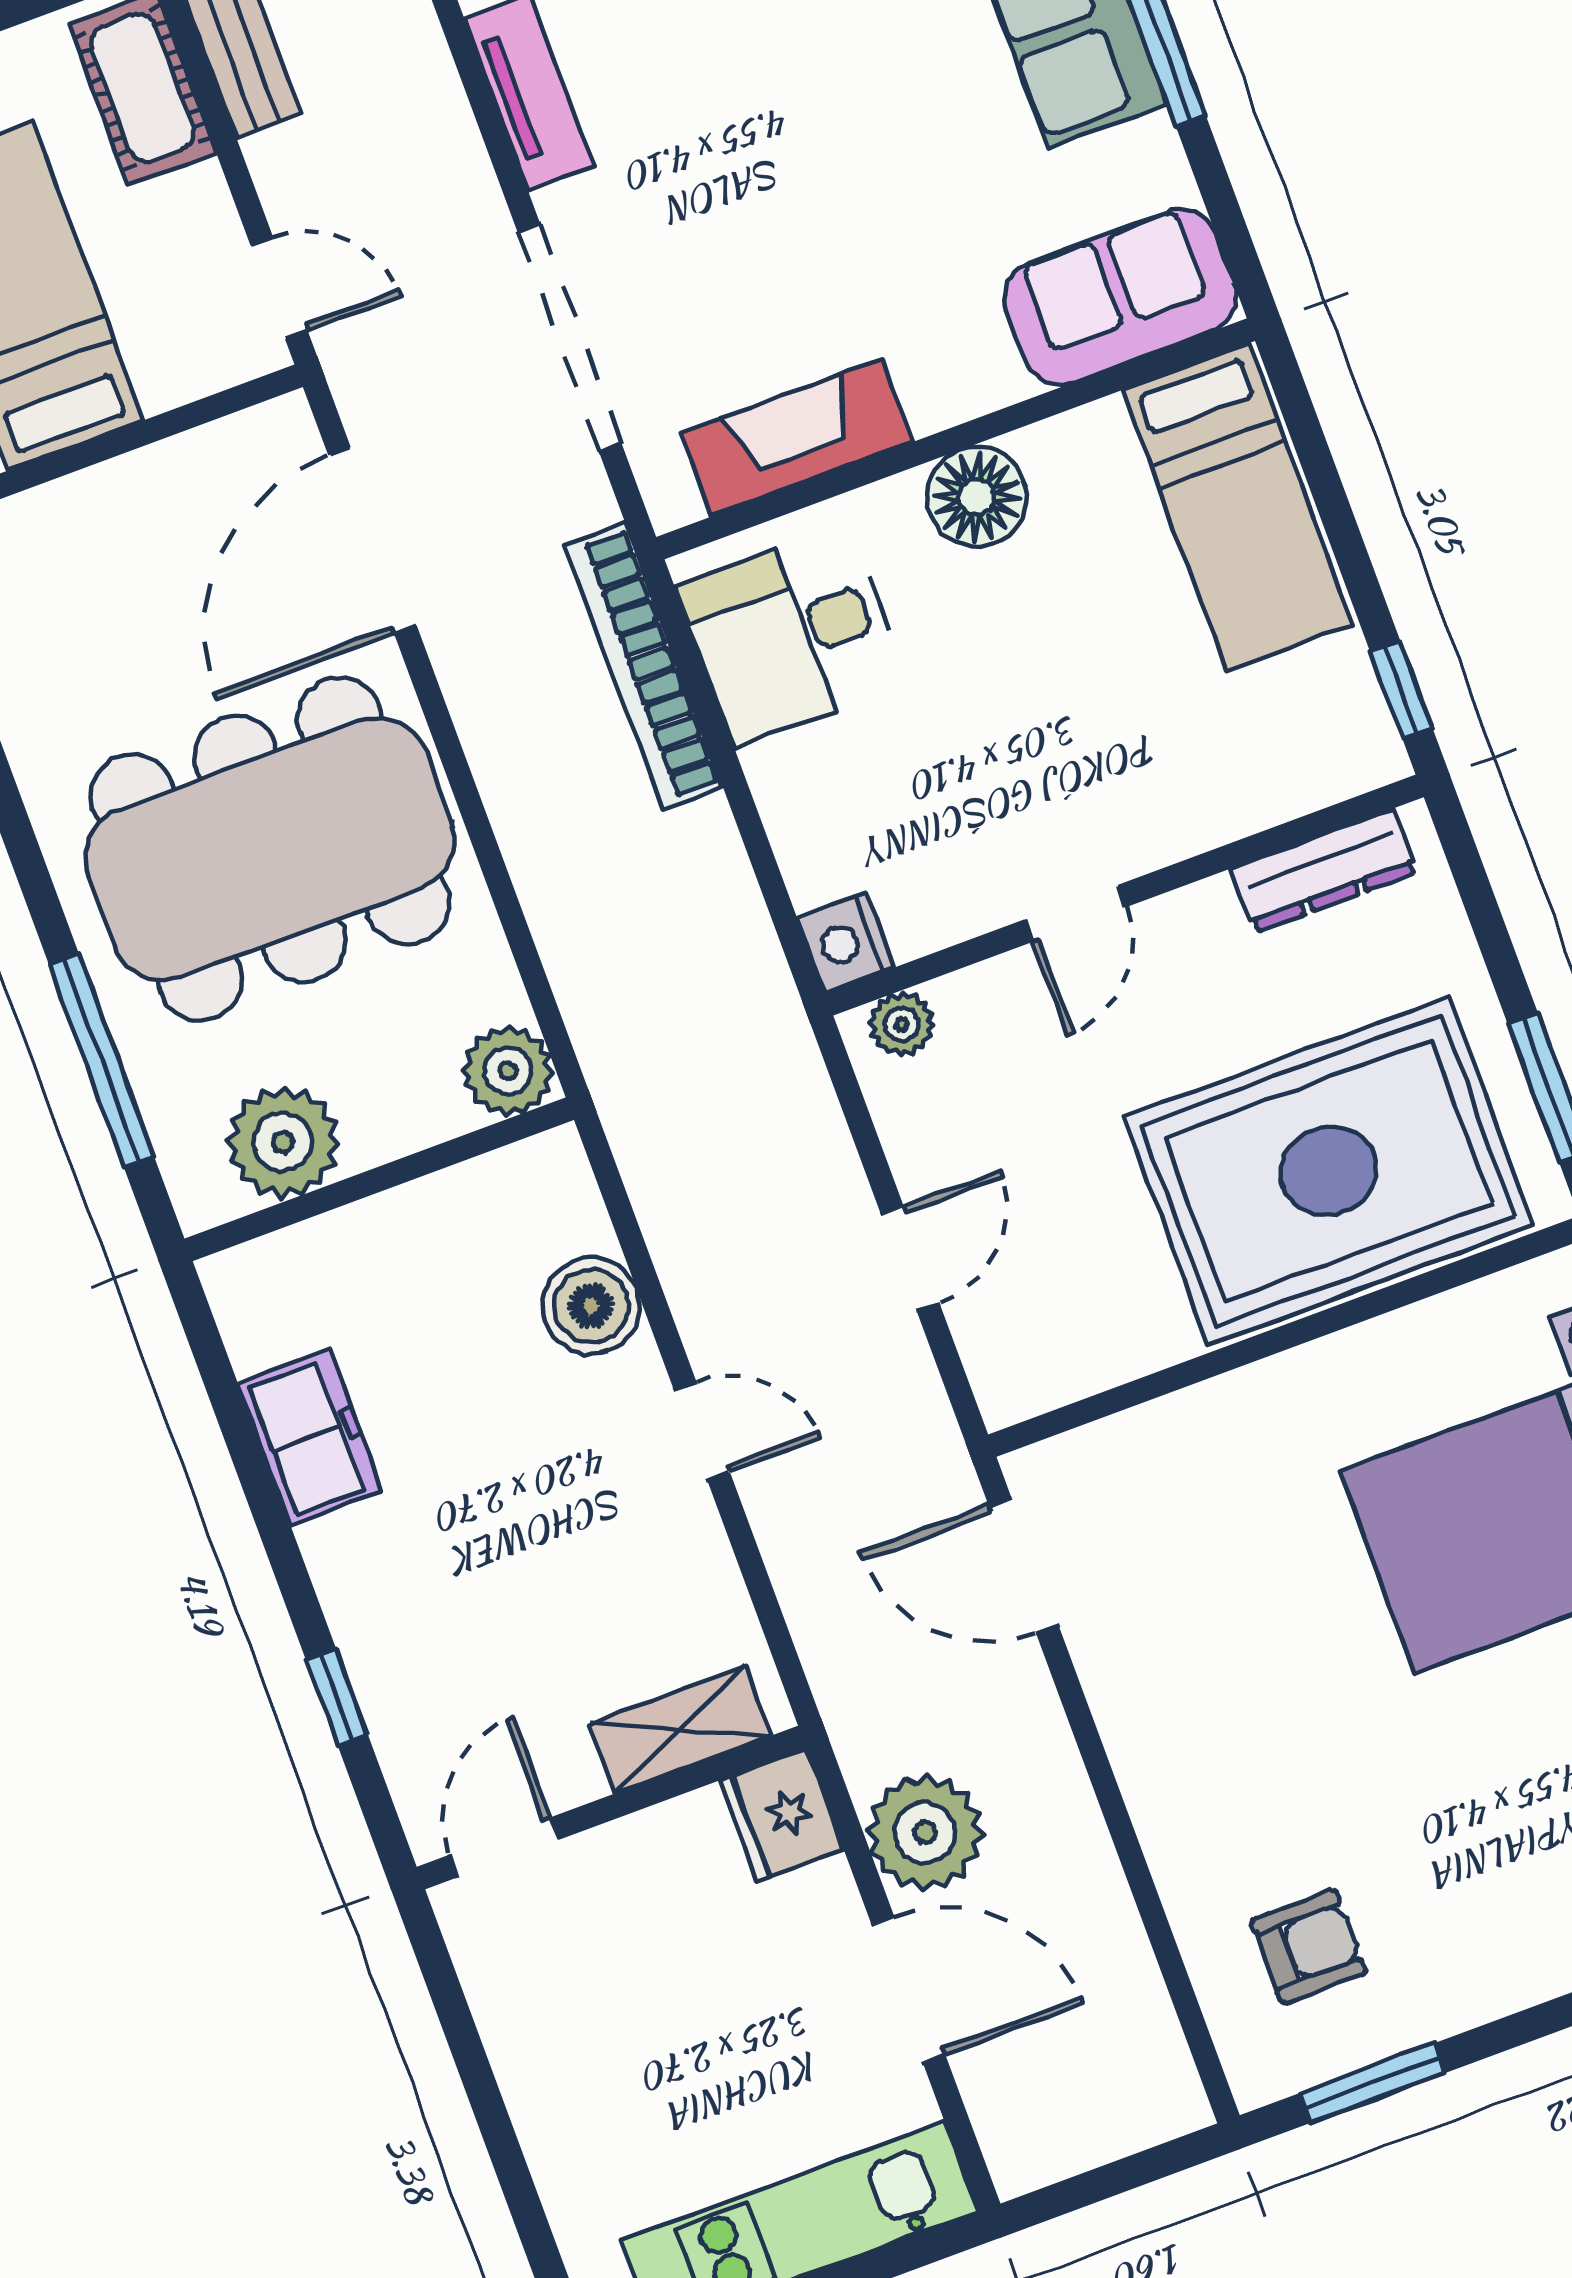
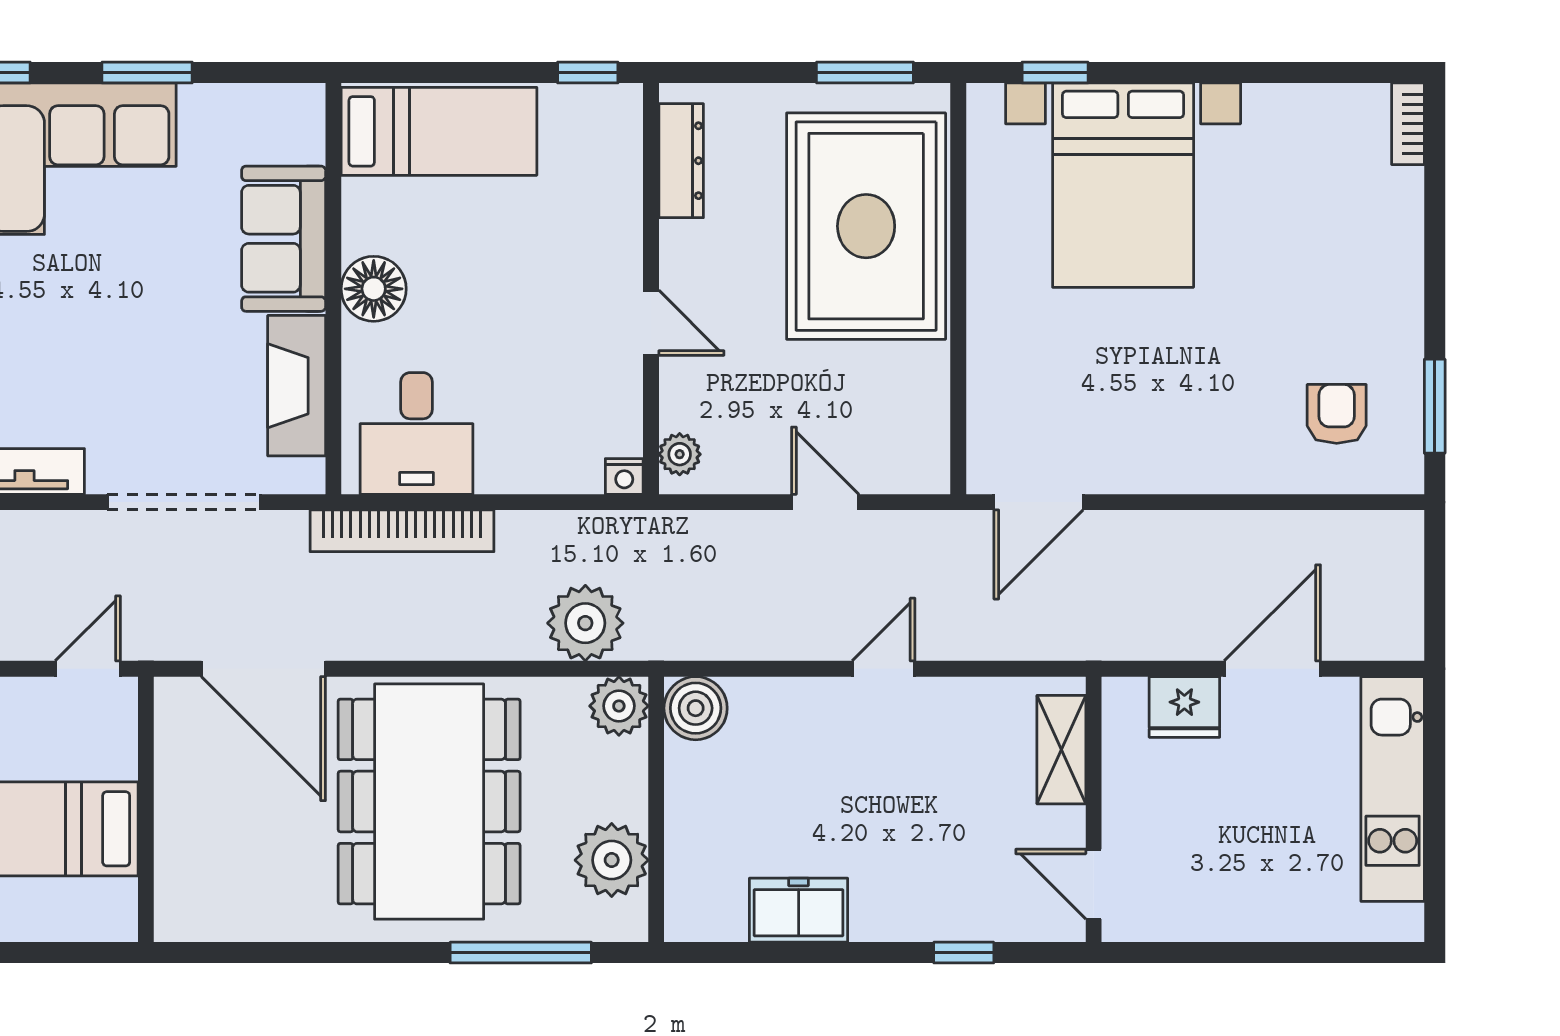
sofa: (1120, 297) -> (284, 239), moved
nightstand: (846, 943) -> (624, 476), width x0.72, depth x0.74
boiler: (591, 1306) -> (696, 708), moved
fridge: (782, 1815) -> (1184, 707), moved
plant: (925, 1832) -> (585, 623), moved

